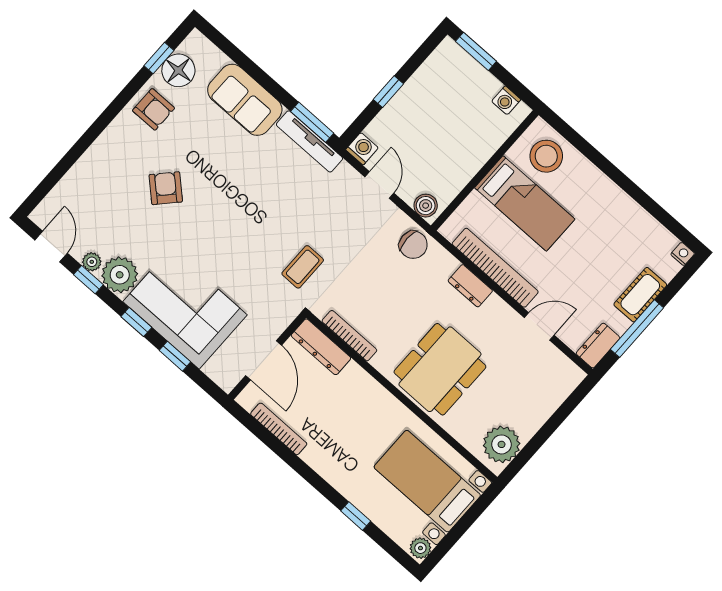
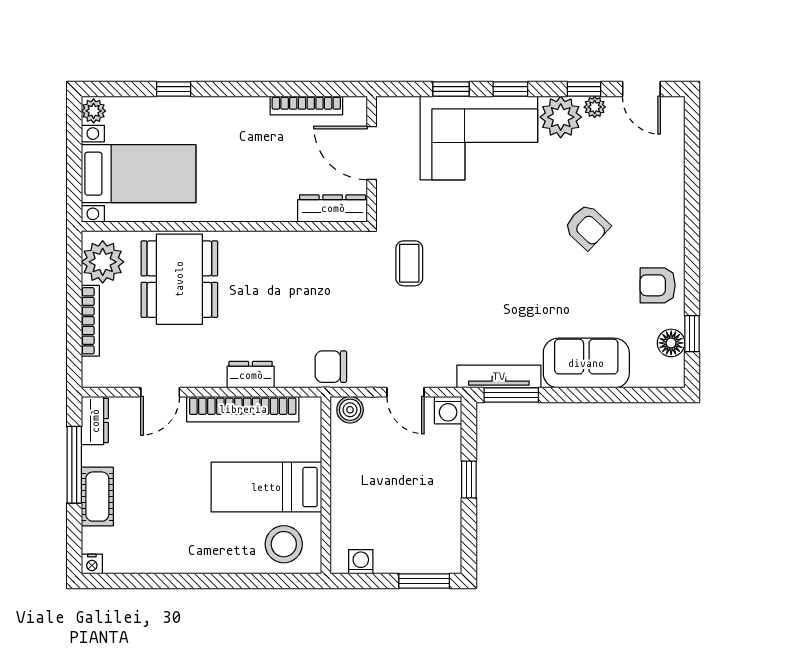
floor lamp: (178, 70) -> (671, 343), width x0.73, depth x0.73
bookcase: (349, 336) -> (90, 321), moved, turned -90
dining table: (440, 369) -> (179, 279), moved

